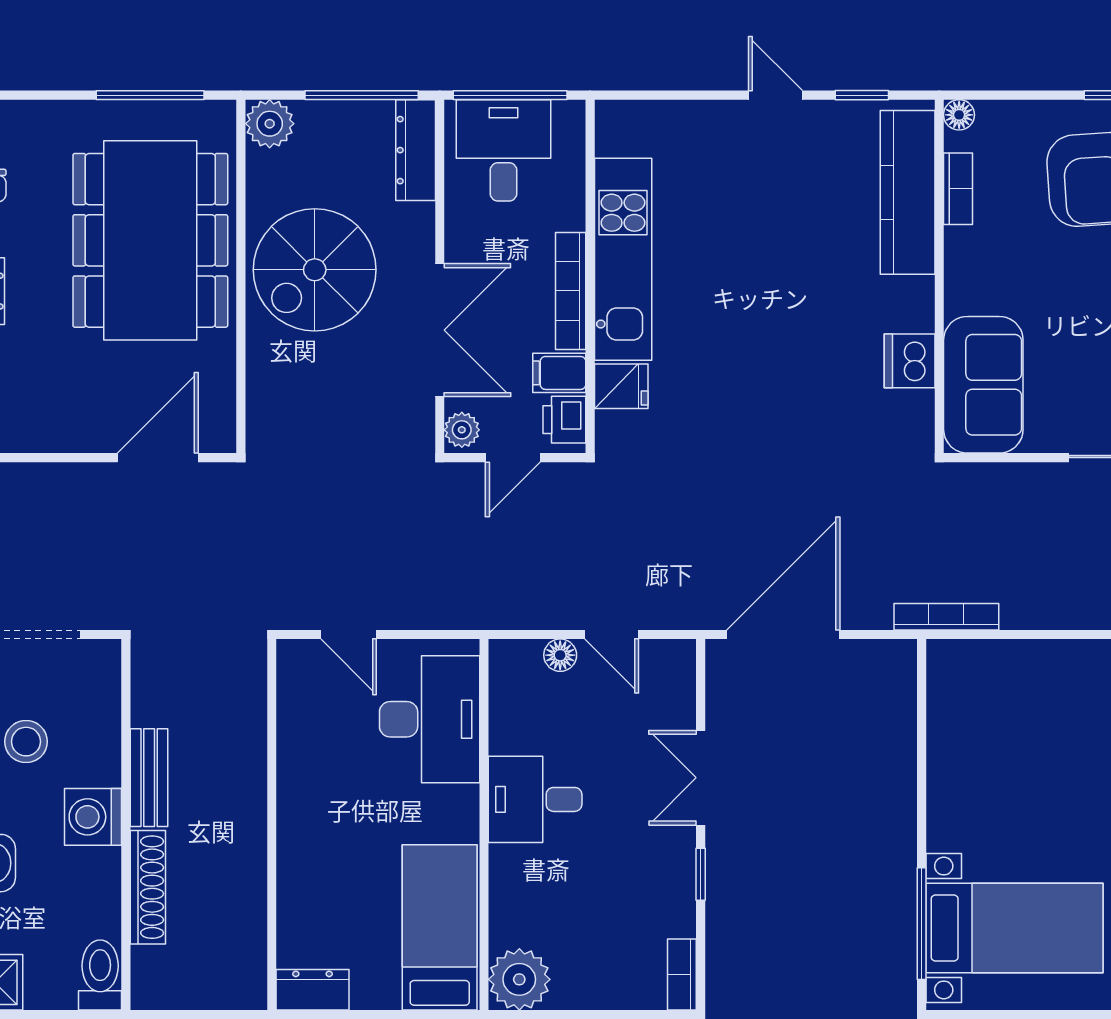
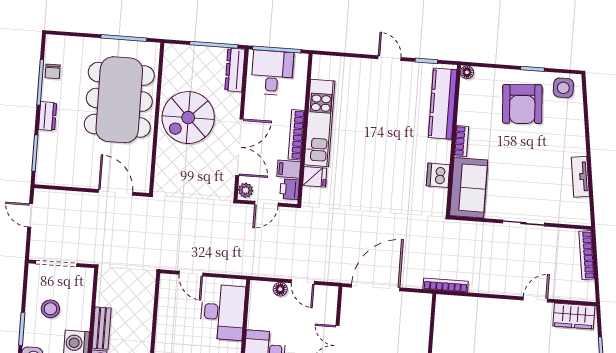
plant: (270, 124) -> (174, 54), removed
bookcase: (958, 189) -> (461, 141), moved
door: (158, 458) -> (116, 192), hinge flipped

